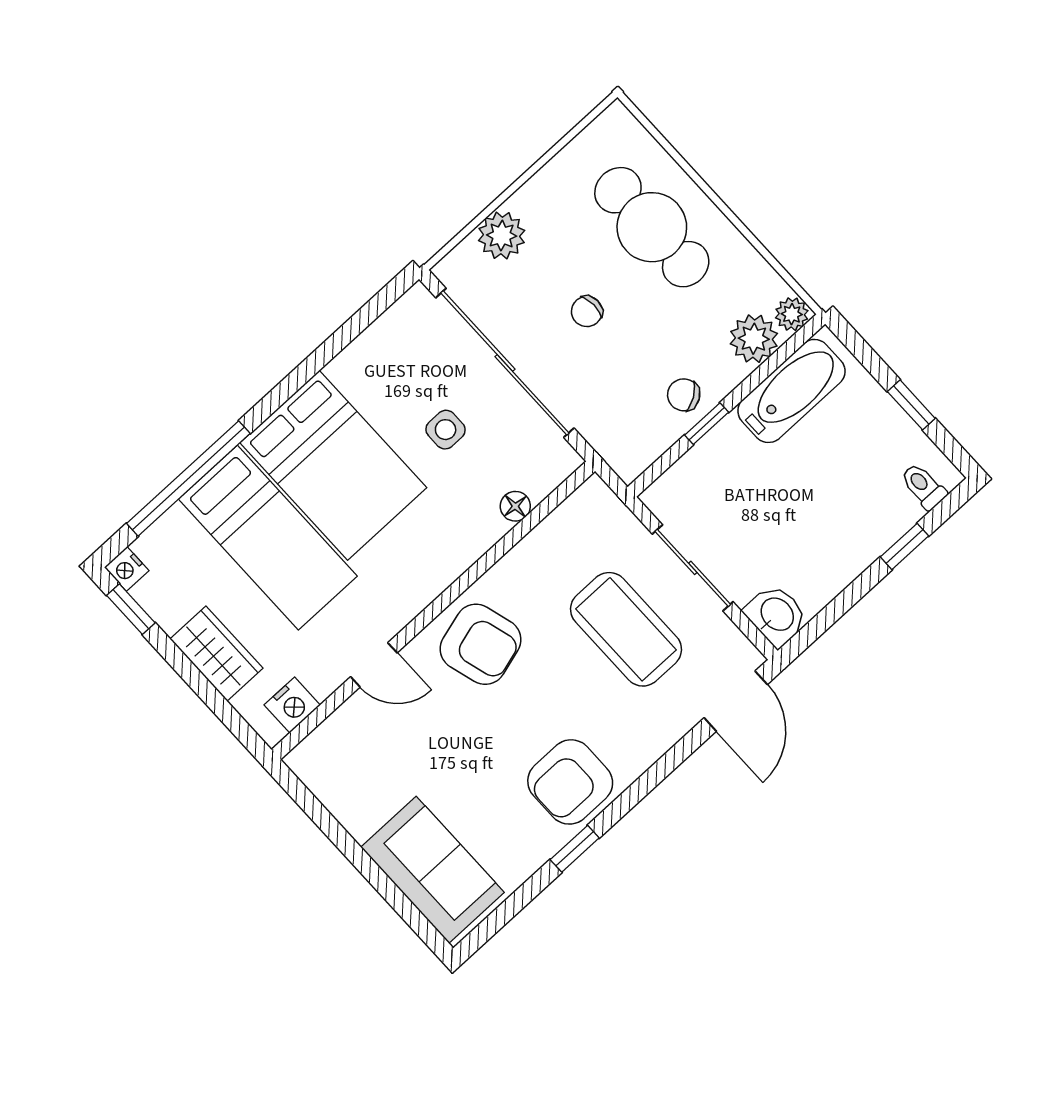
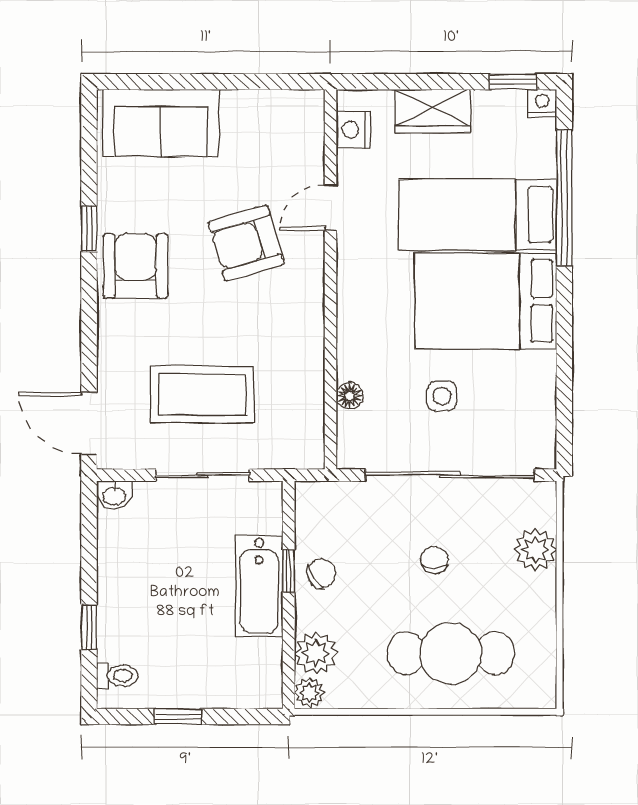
bathtub: (791, 391) -> (259, 586), moved
washbasin: (776, 615) -> (114, 495), width x0.72, depth x0.69
armchair: (481, 644) -> (246, 243), moved

